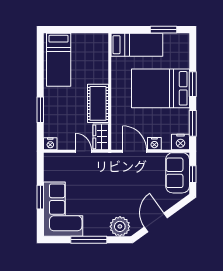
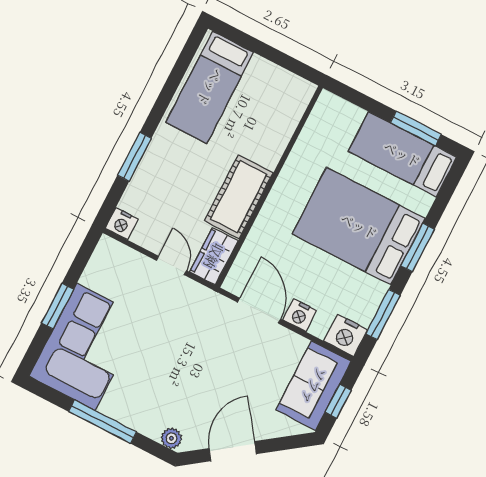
bed: (137, 45) -> (402, 154), moved, turned 180
plant: (120, 226) -> (171, 438), width x0.53, depth x0.53

